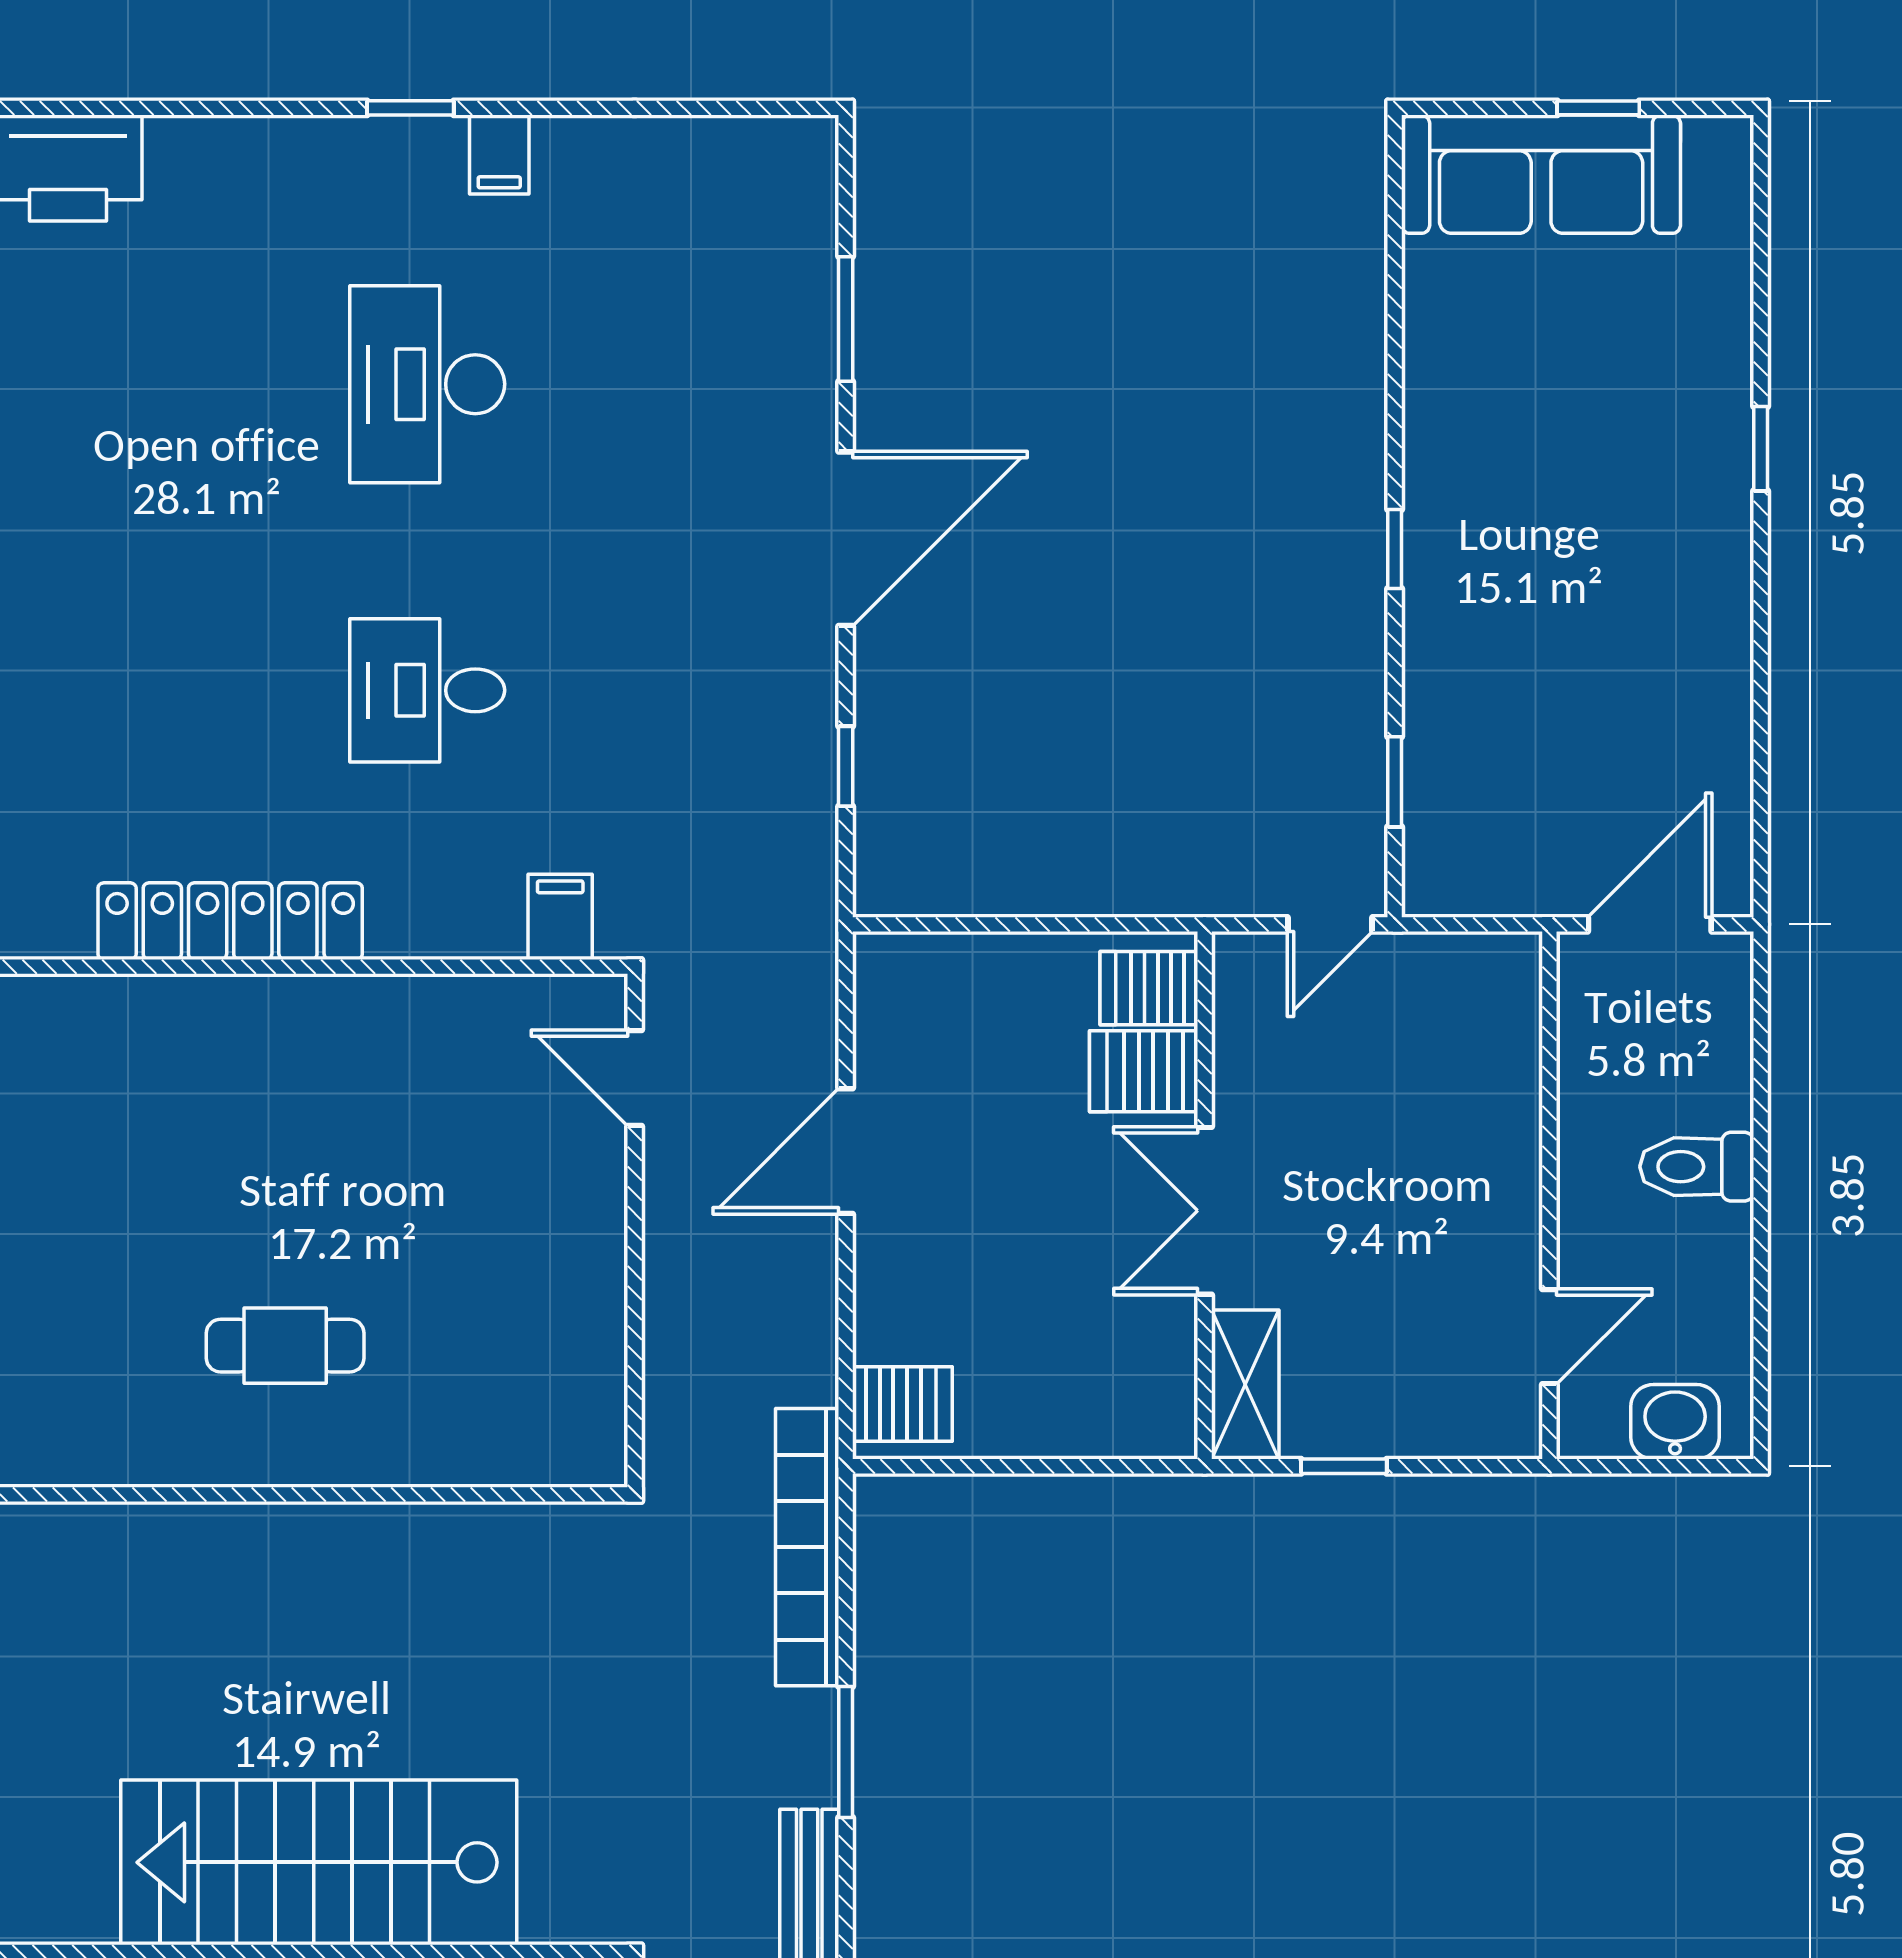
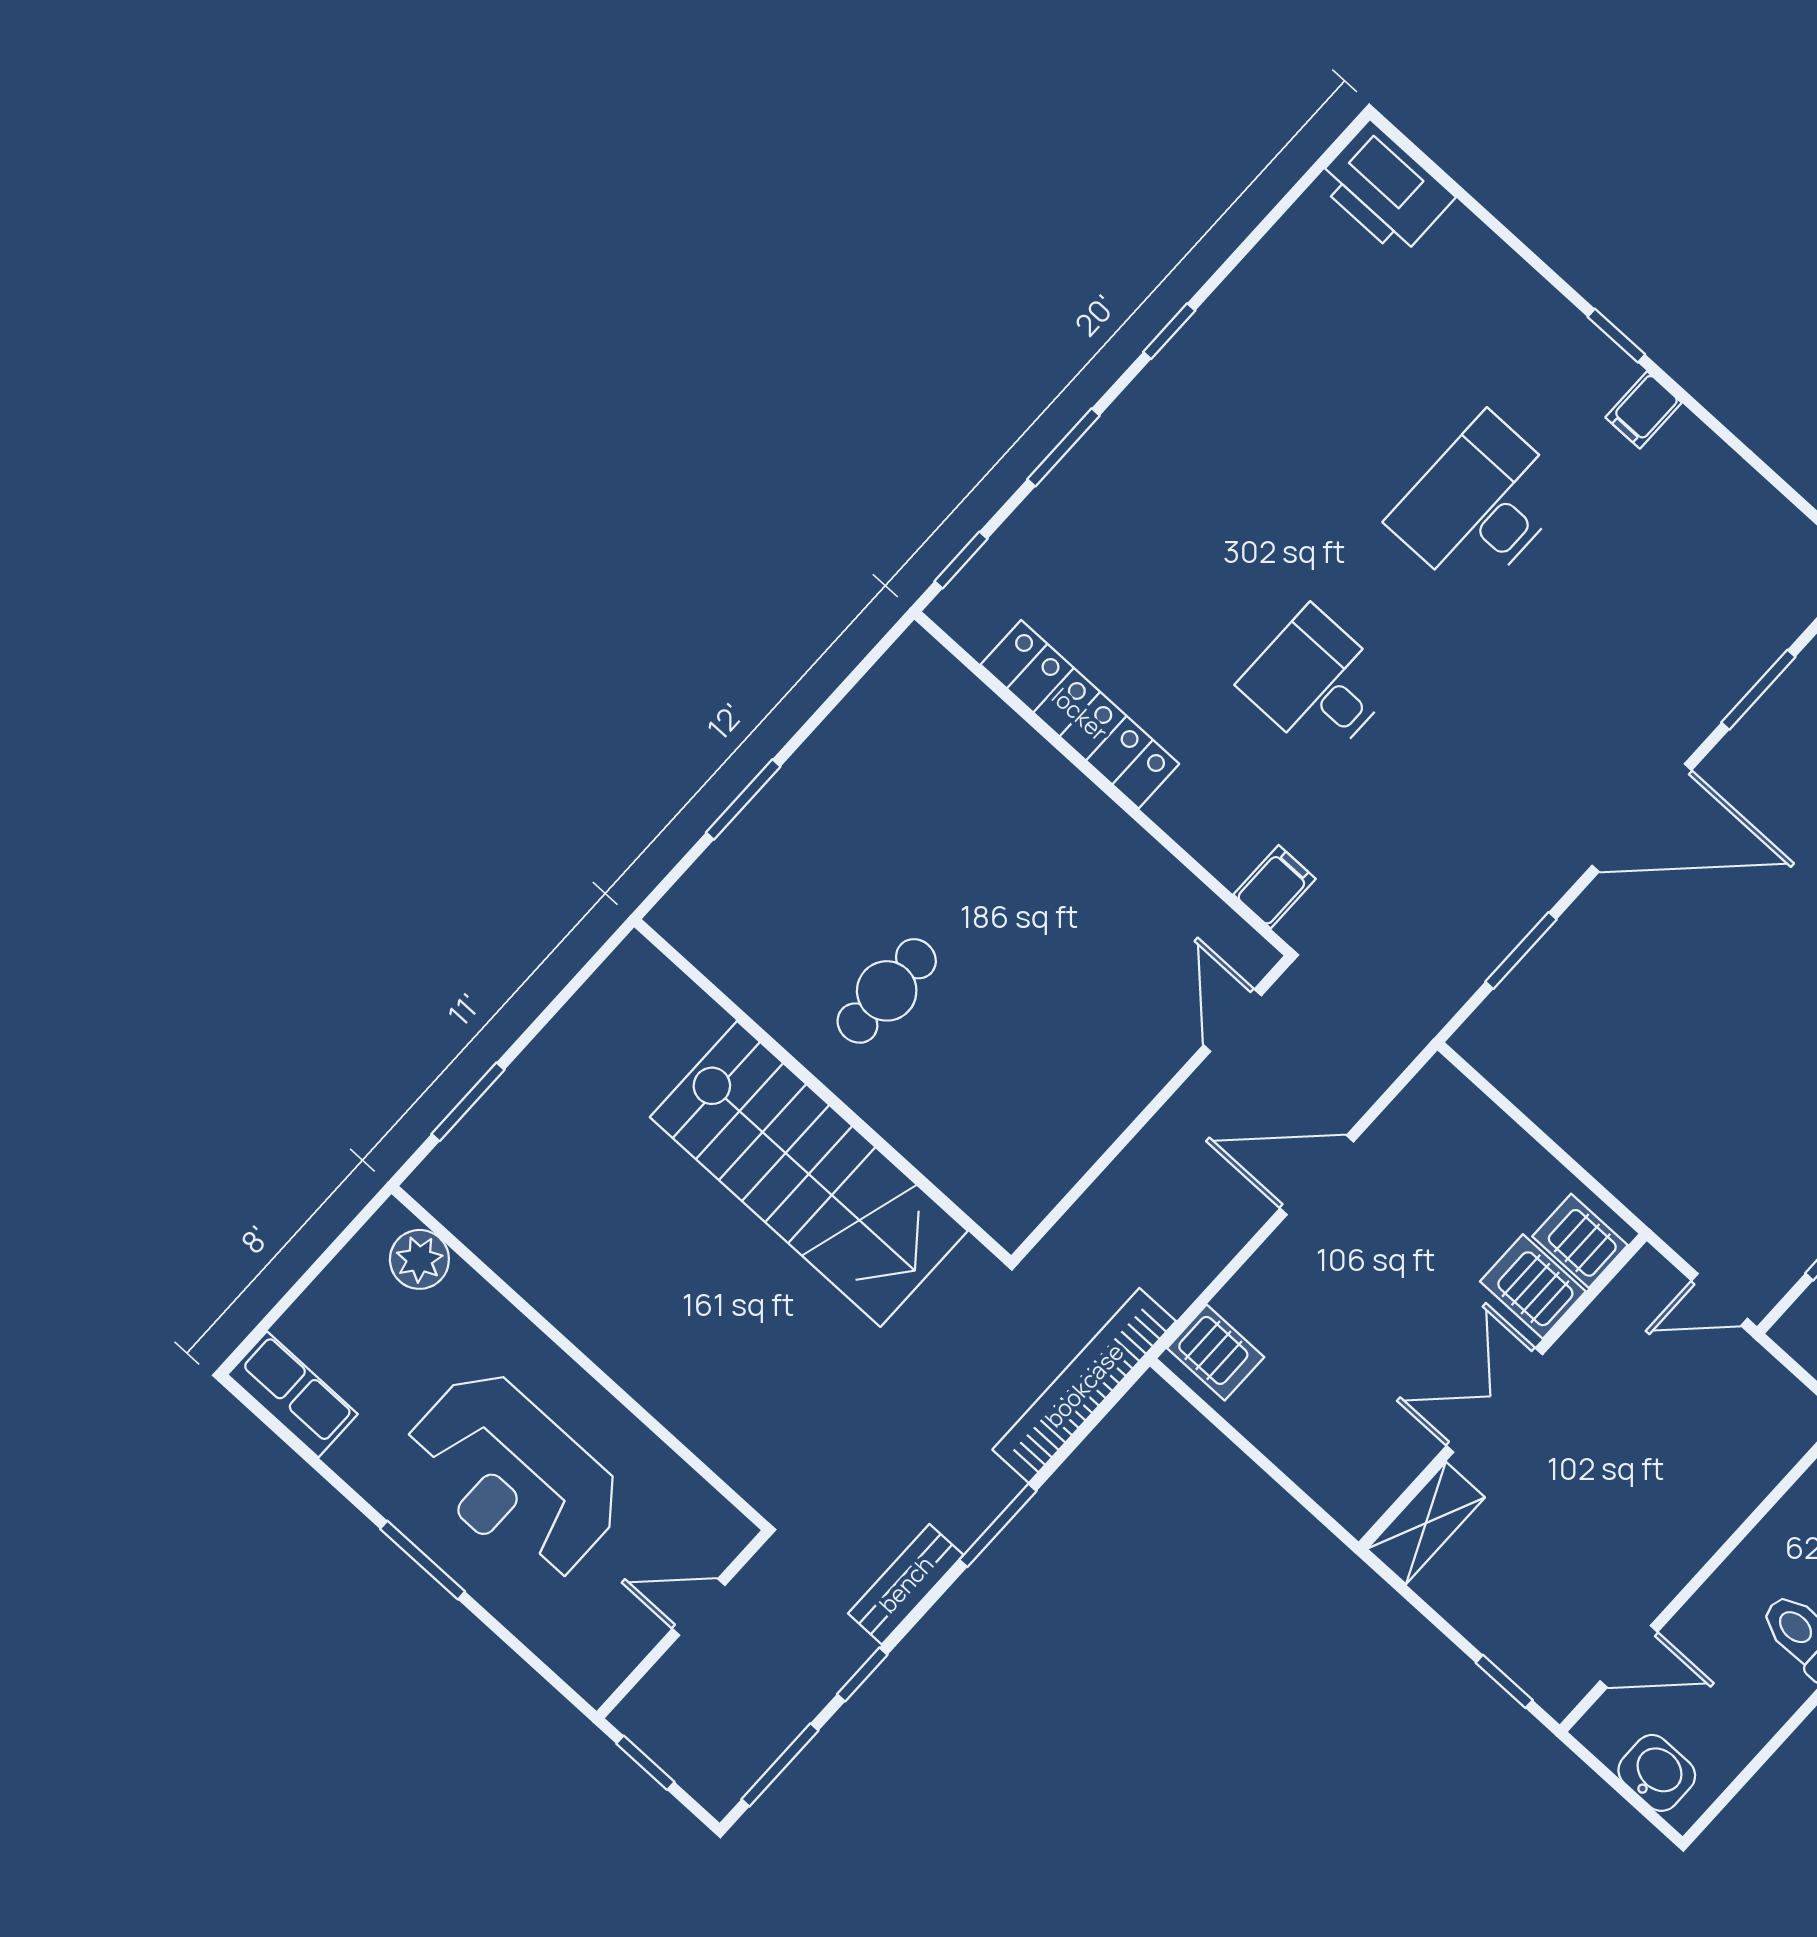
window: (846, 766) -> (1521, 951), width x1.50
cafe table: (285, 1346) -> (887, 991), turned 90
window: (1344, 1466) -> (1504, 1681), moved
stairs: (319, 1862) -> (809, 1174), moved, turned 180

